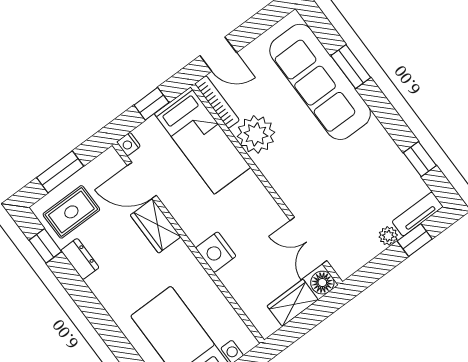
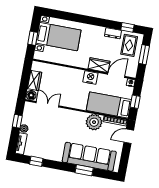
window: (415, 240) -> (17, 121), moved
nightstand: (216, 252) -> (90, 77), moved

